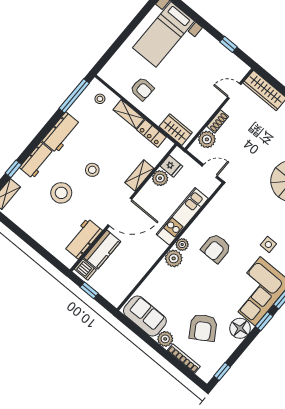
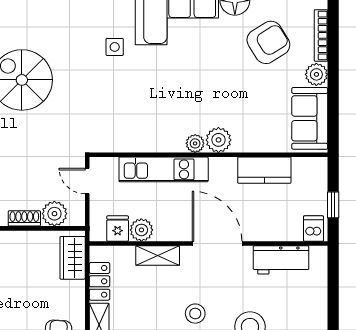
armchair: (216, 248) -> (168, 102), removed
kitchen counter: (102, 250) -> (264, 170), moved, turned 180

